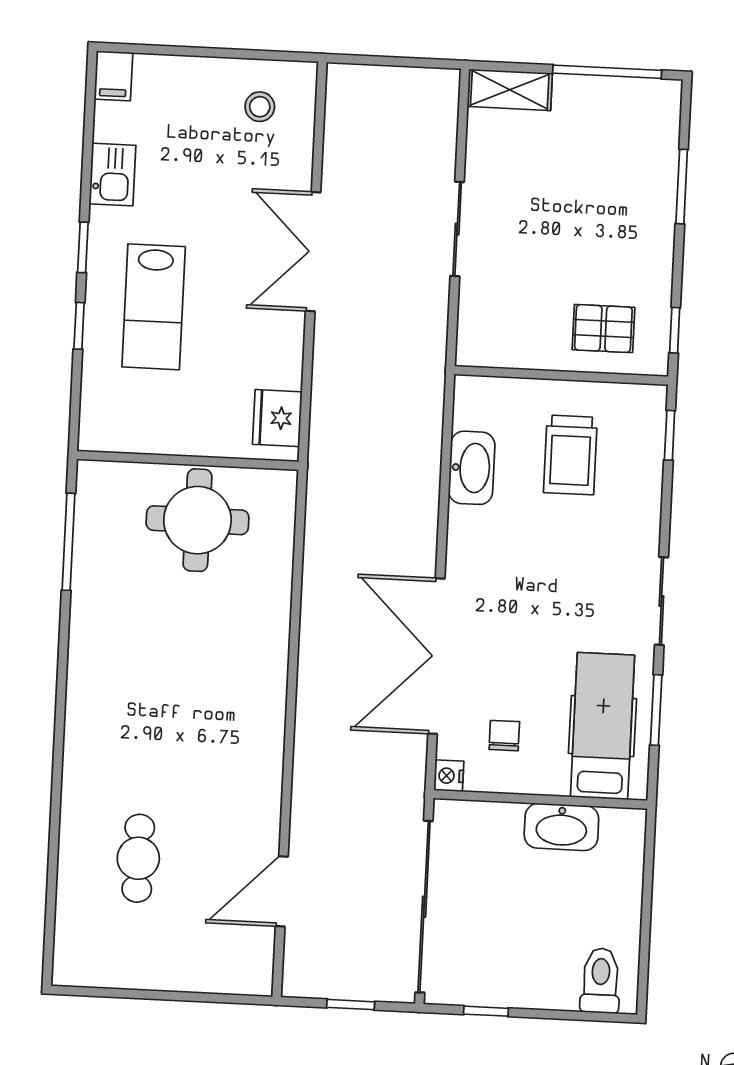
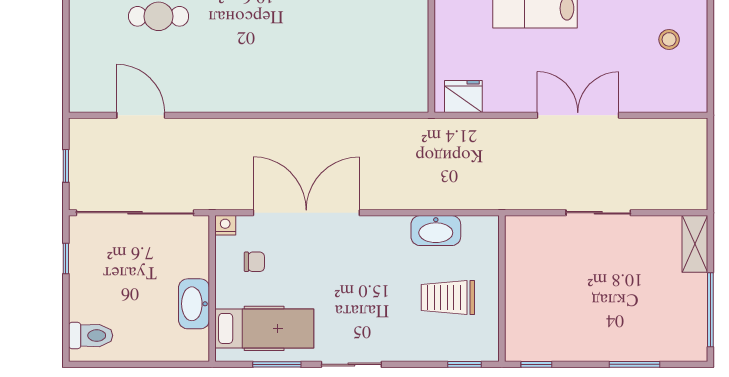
stool: (260, 107) -> (669, 39), moved
pallet: (603, 329) -> (535, 316), removed
round table: (197, 520) -> (391, 45), removed

